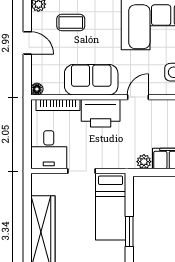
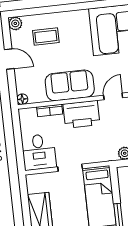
bookcase: (58, 105) -> (50, 110), width x0.64

